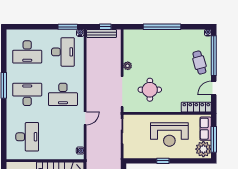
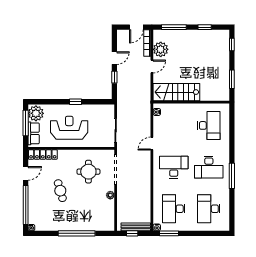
desk: (27, 52) -> (209, 209), turned -90
cafe table: (199, 63) -> (60, 191), moved
desk: (27, 137) -> (209, 125), turned 180

